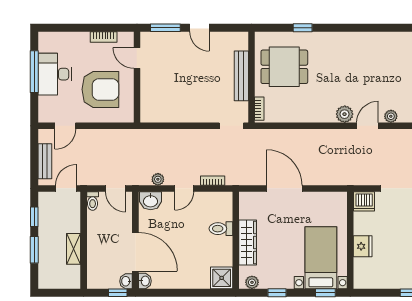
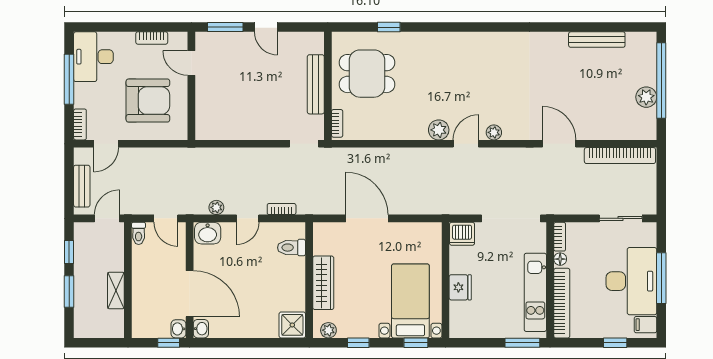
desk: (55, 74) -> (93, 57), moved
bookcase: (43, 110) -> (80, 124), added
toilet: (221, 229) -> (291, 248), moved

